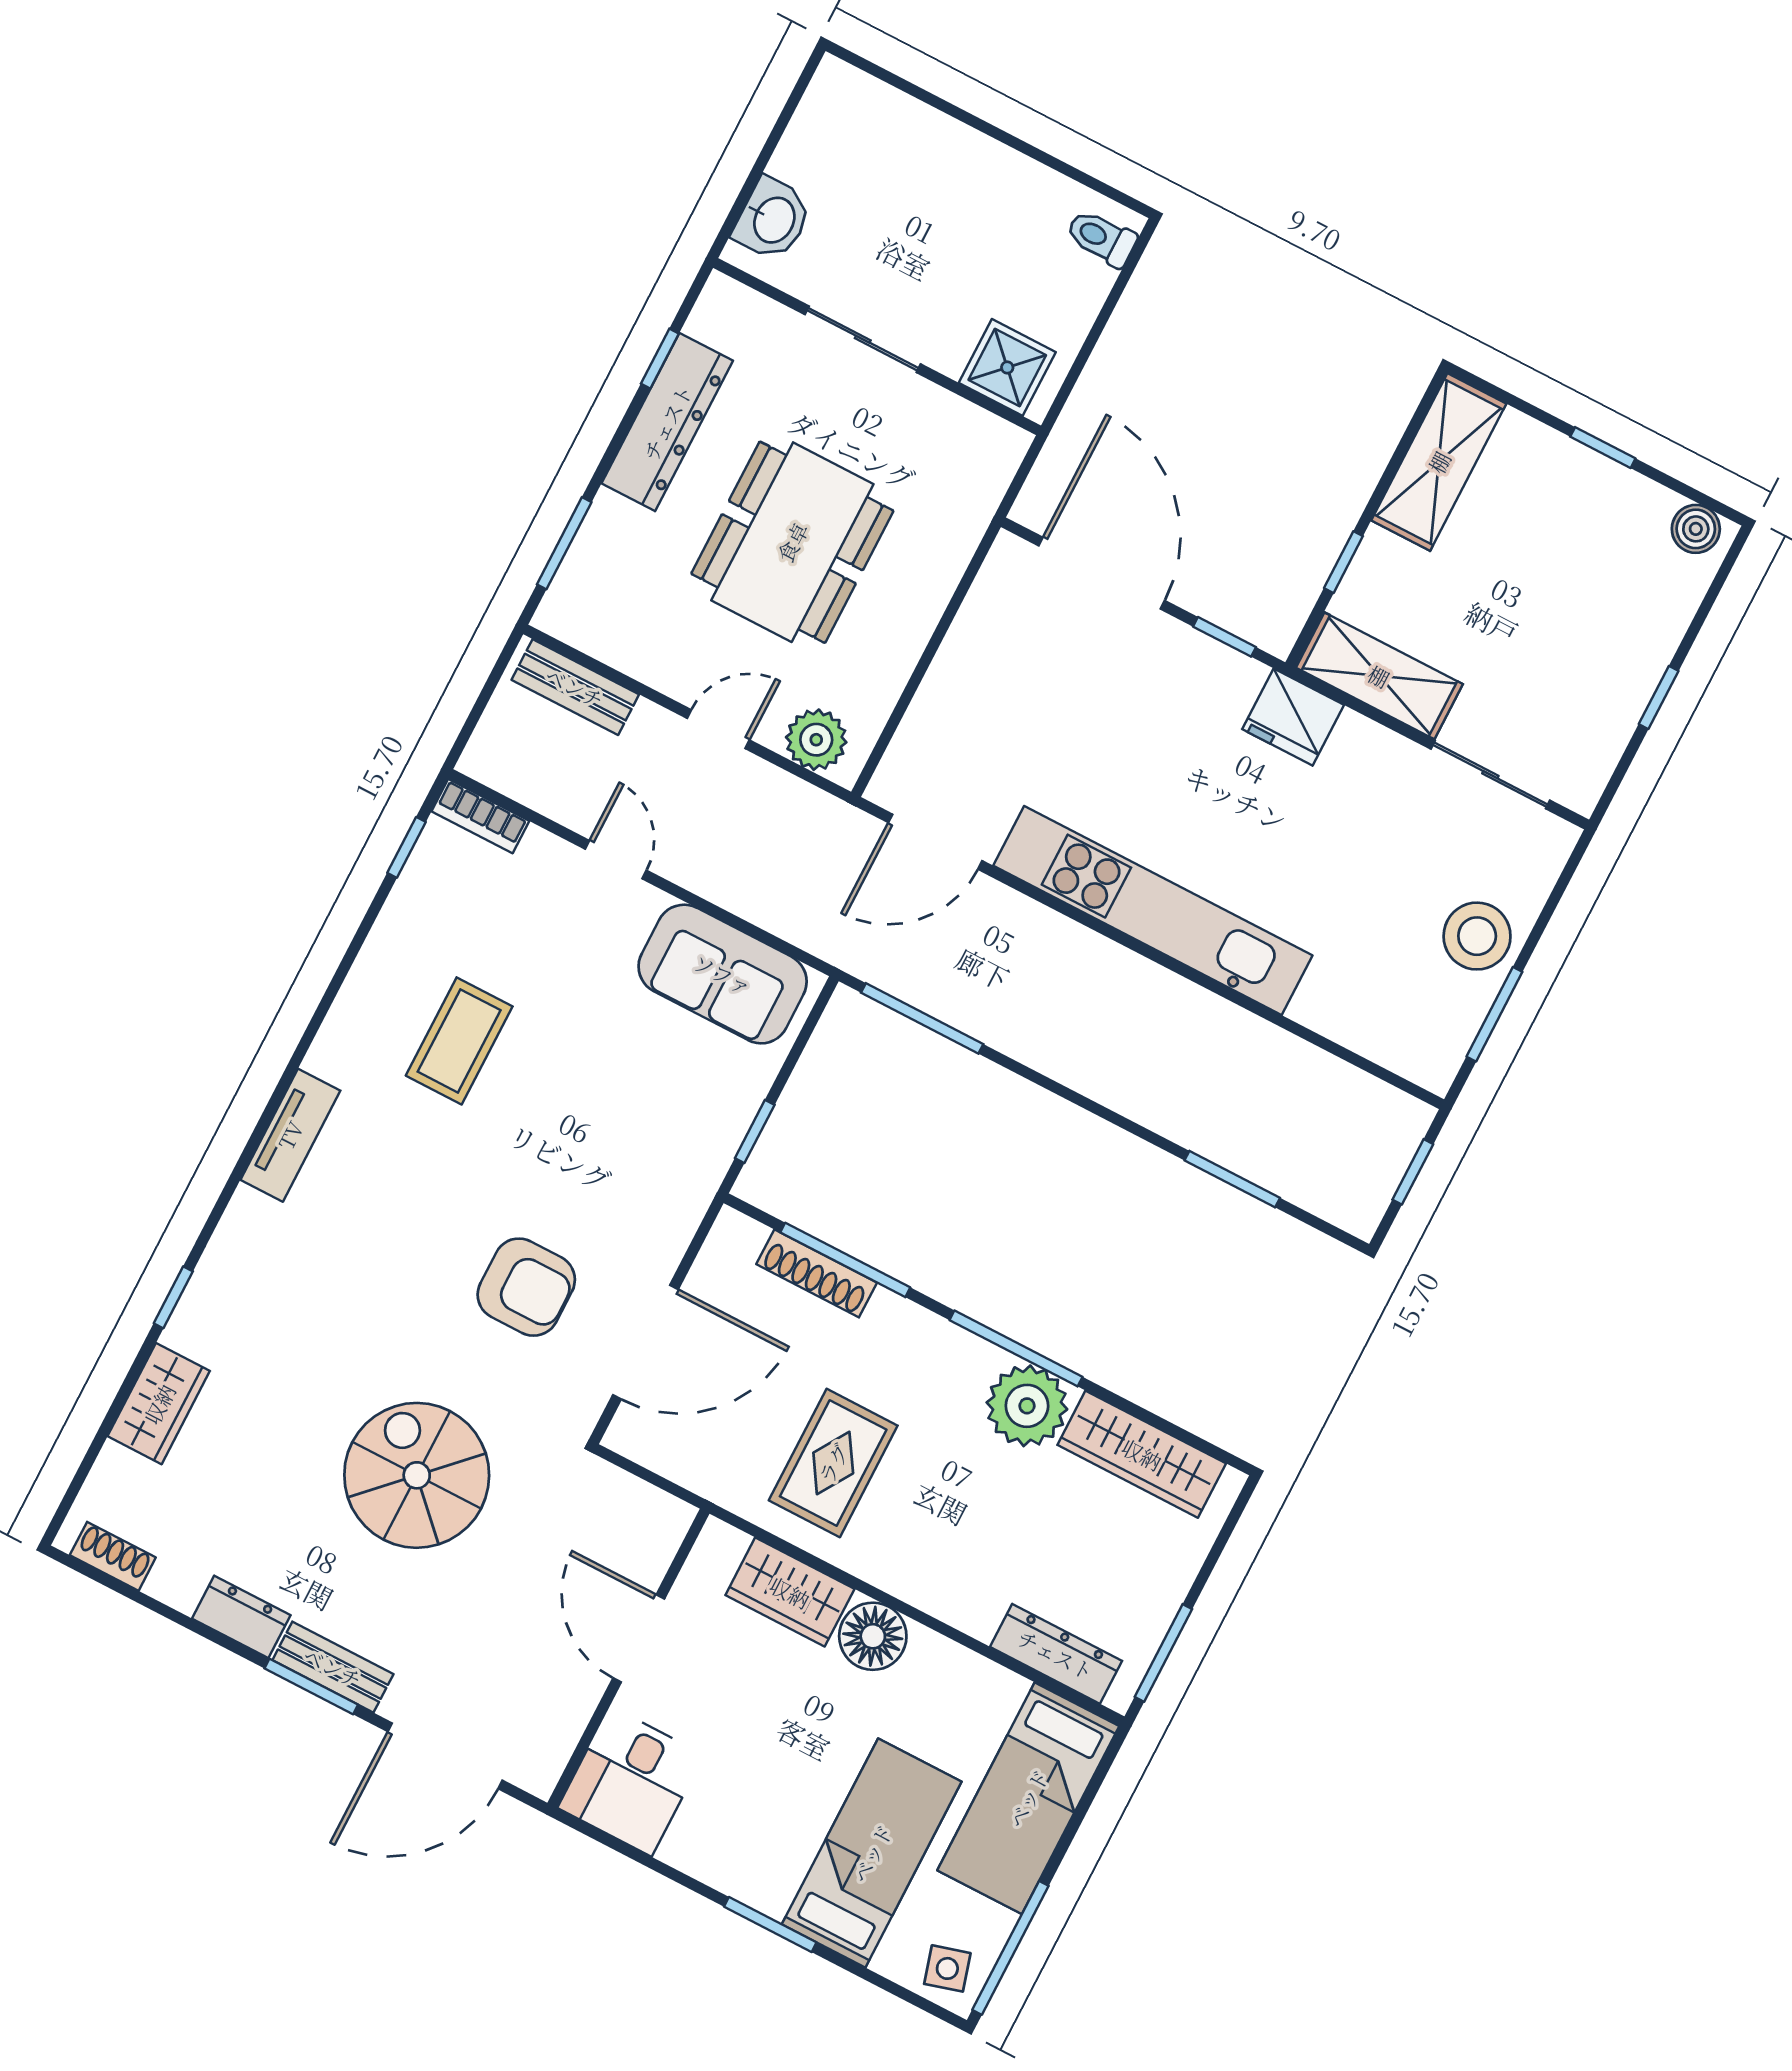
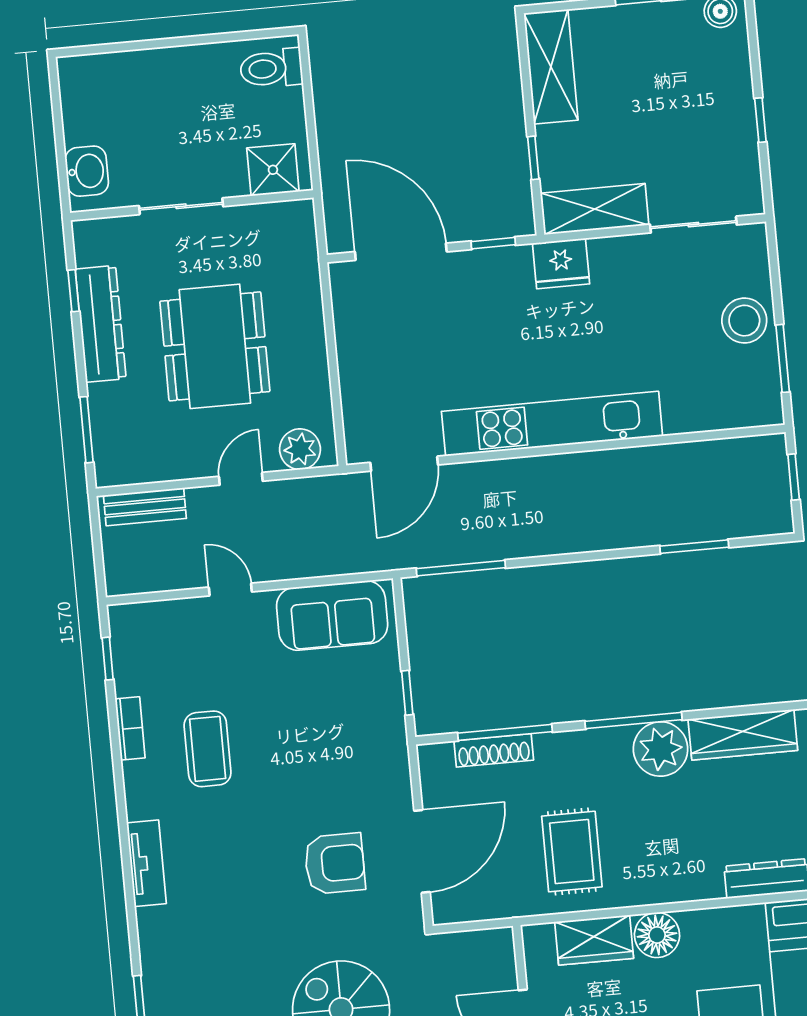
toilet: (1101, 238) -> (271, 68), width x1.37, depth x1.39
bookcase: (480, 816) -> (130, 728), moved, turned -90

